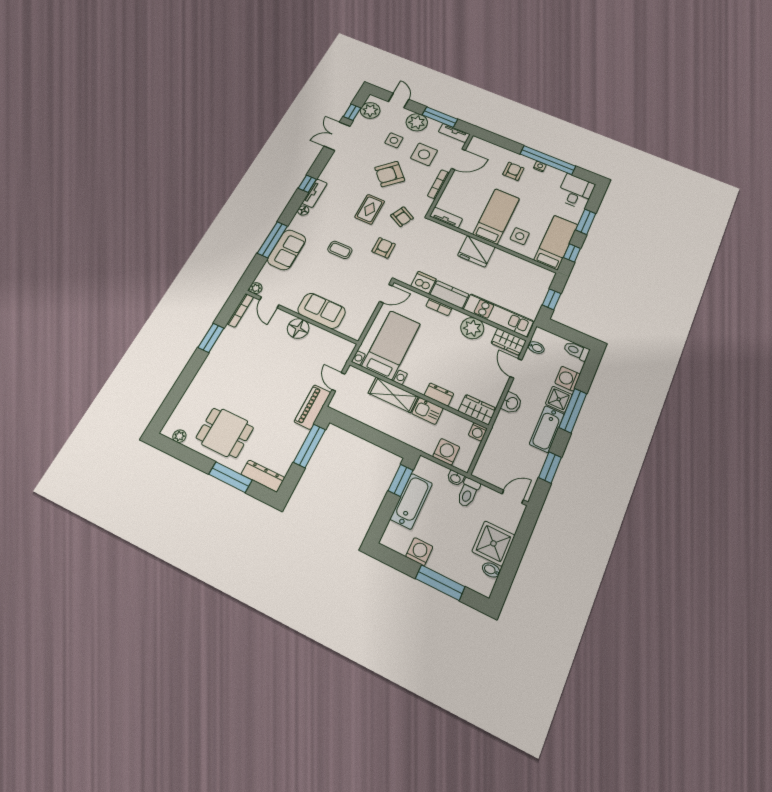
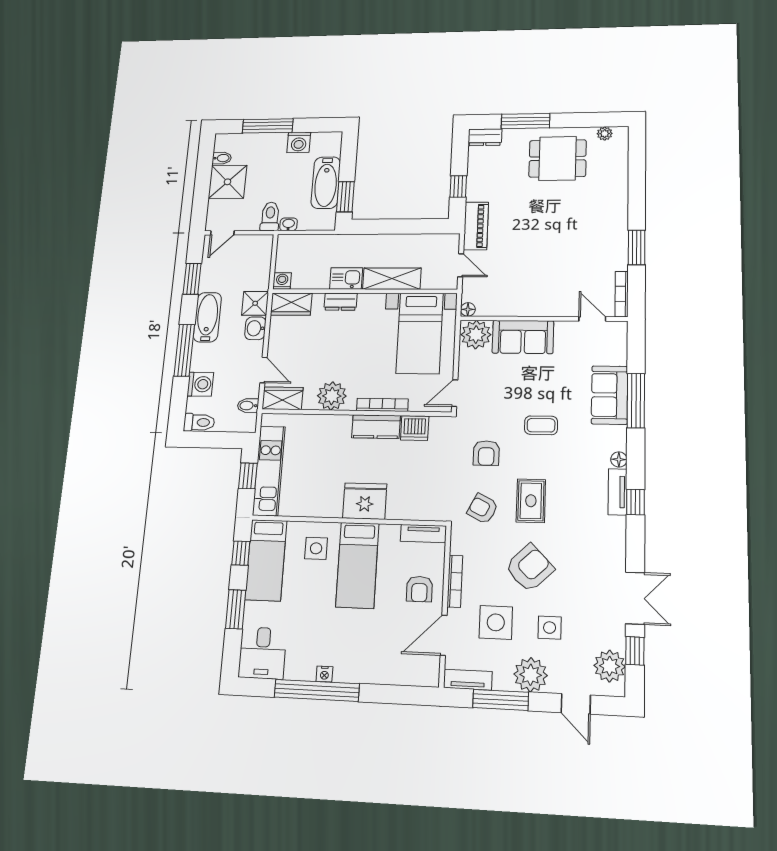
armchair: (513, 171) -> (419, 589), moved
plant: (256, 288) -> (476, 335), moved, width x1.87, depth x1.87
bookcase: (439, 307) -> (382, 405), width x1.56
kitchen unit: (498, 315) -> (269, 471), moved, turned -90
floor lamp: (298, 328) -> (468, 309), moved, width x0.53, depth x0.53
shower: (559, 399) -> (255, 303), moved
window: (310, 446) -> (458, 186), width x0.46
washing machine: (446, 452) -> (308, 246), removed
dresser: (263, 476) -> (485, 137), width x0.70

